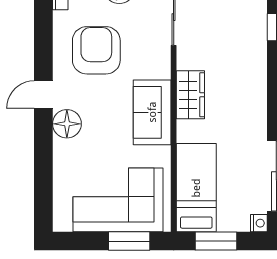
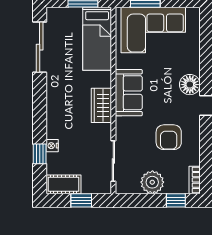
armchair: (96, 50) -> (169, 137), width x0.73, depth x0.73
nightstand: (259, 223) -> (52, 146), moved

